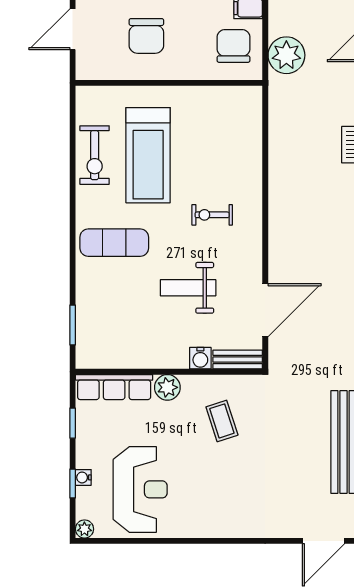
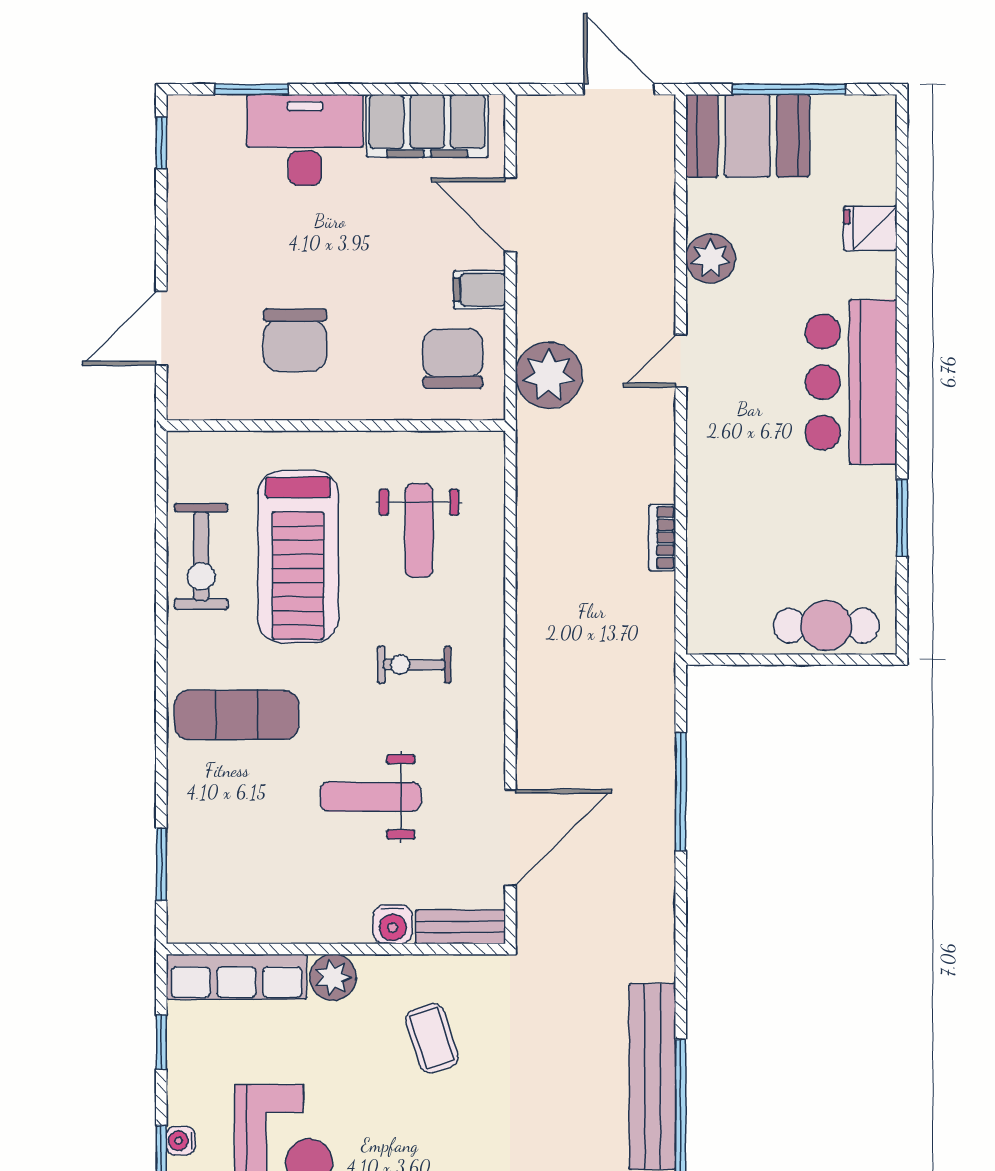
weight bench: (215, 141) -> (419, 530), added

